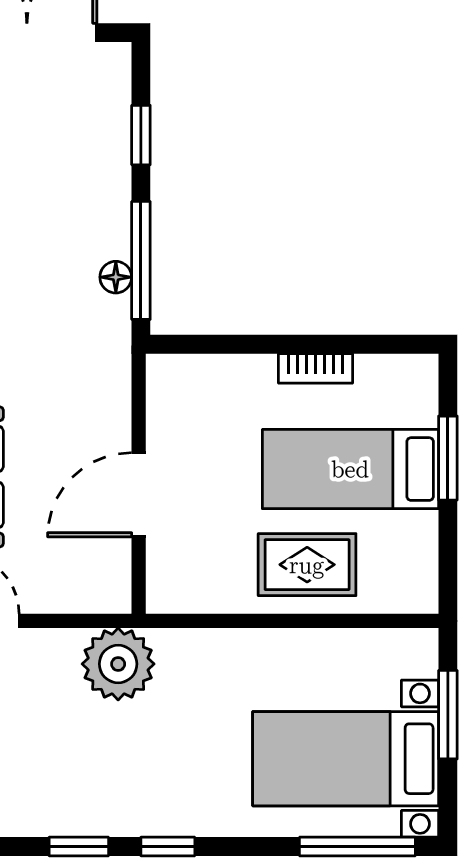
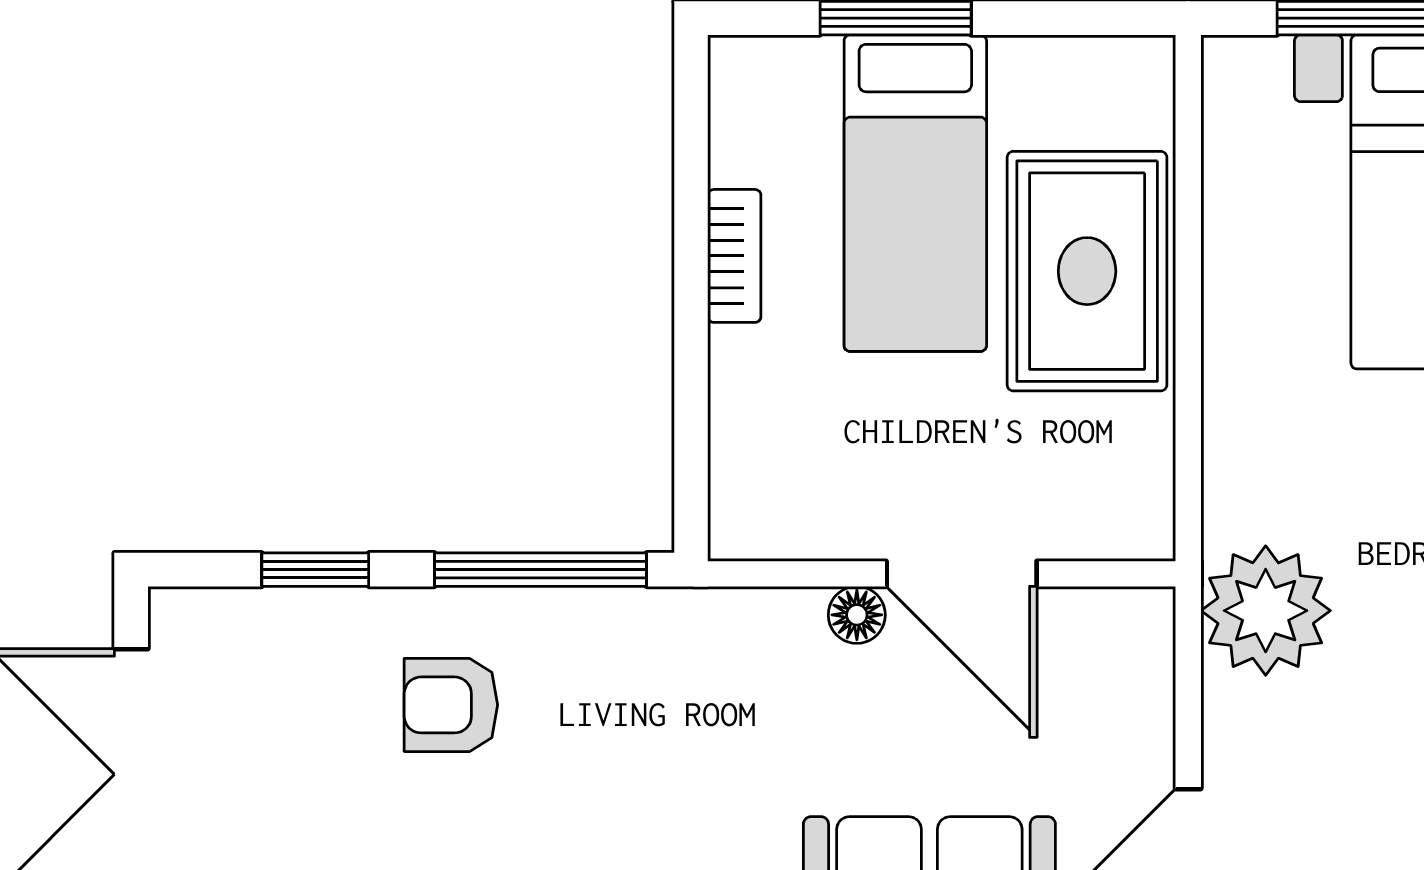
armchair: (66, 211) -> (451, 705), added
floor lamp: (116, 277) -> (857, 615), moved
rug: (307, 565) -> (1087, 271), width x1.36, depth x1.43

